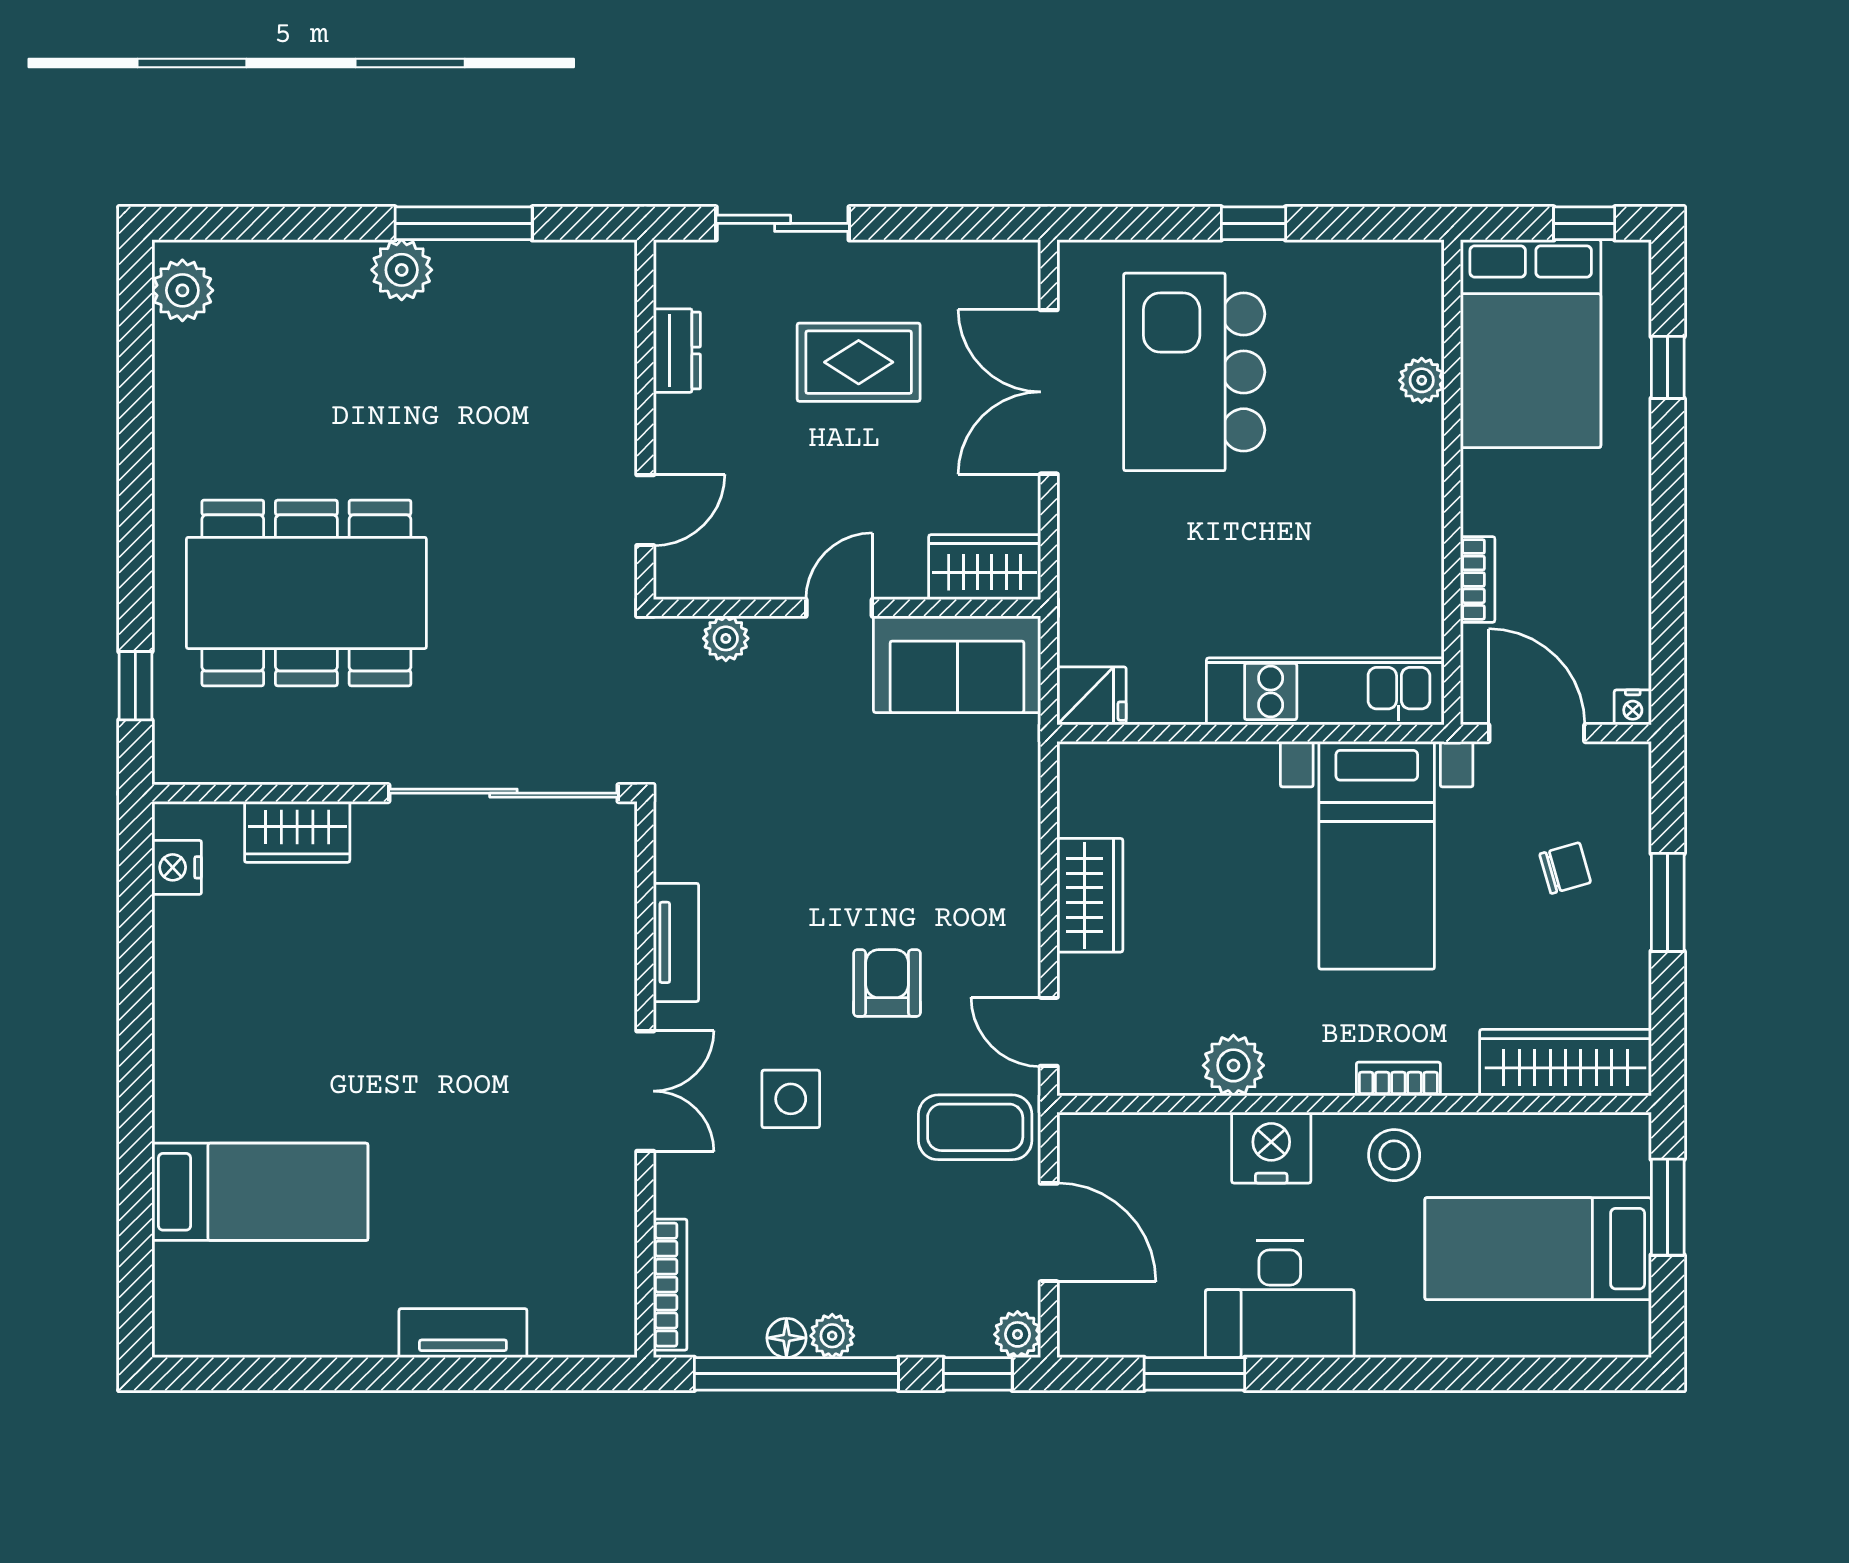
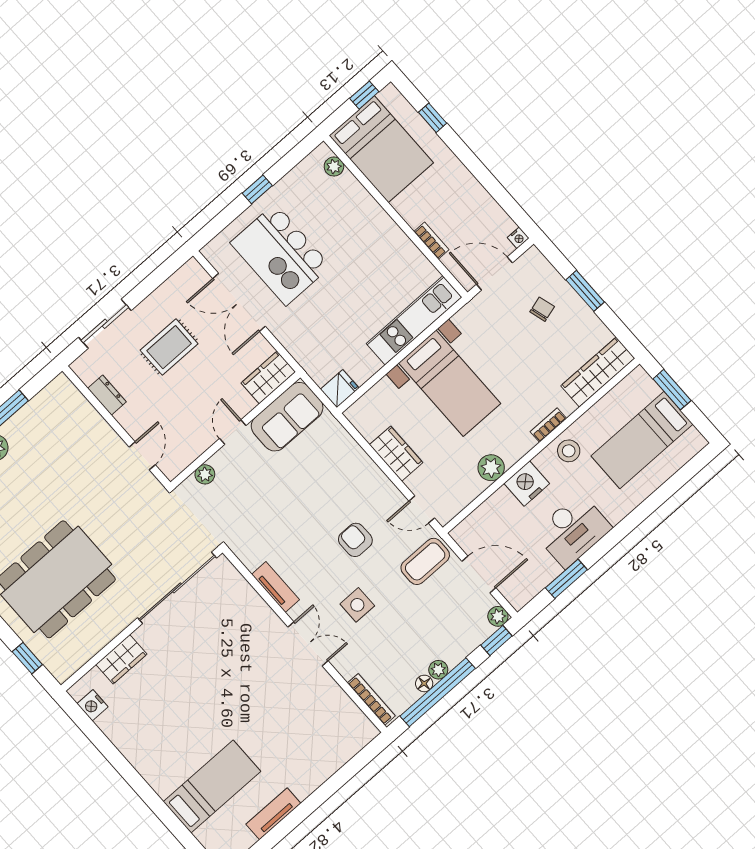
plant: (1422, 380) -> (334, 167), moved
bed with nightstands: (1377, 855) -> (450, 383), moved
tv unit: (463, 1333) -> (273, 814), moved

